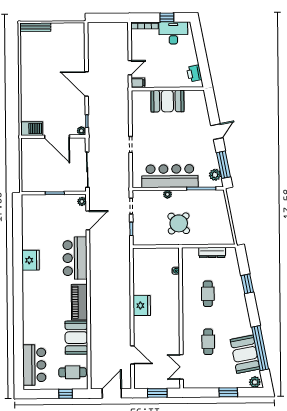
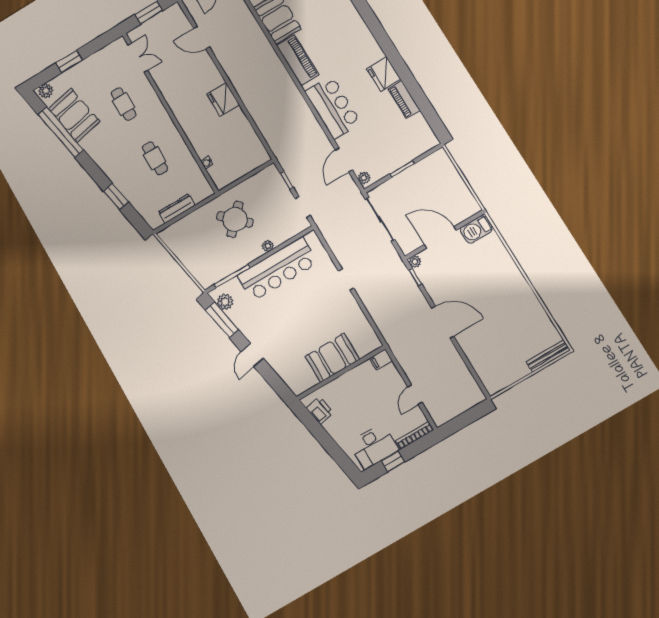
door: (130, 68) -> (415, 395), moved
piano: (28, 236) -> (404, 100), added

